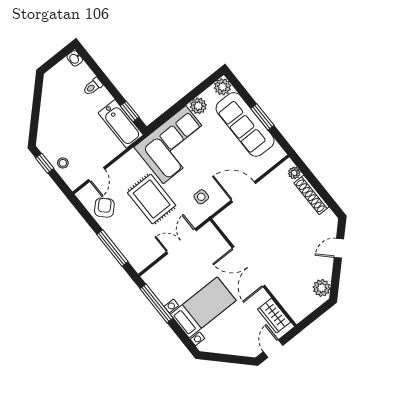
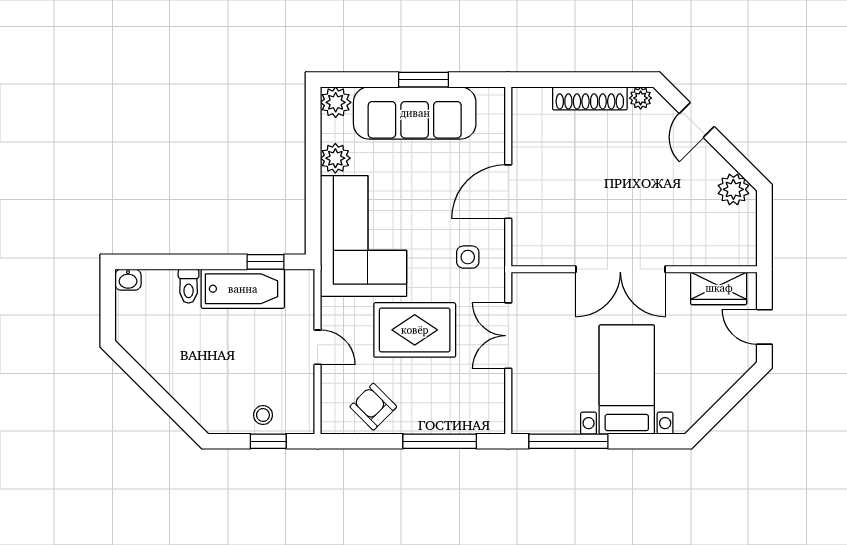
bathtub: (121, 124) -> (243, 289), moved
window: (45, 163) -> (268, 441), moved
plant: (294, 173) -> (641, 98), moved
door: (97, 174) -> (317, 347), moved

